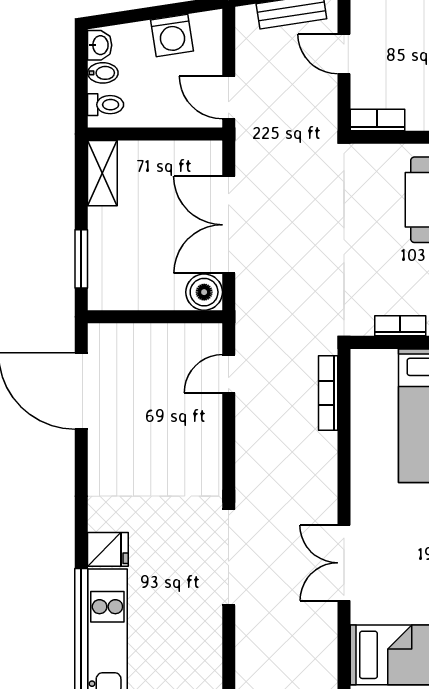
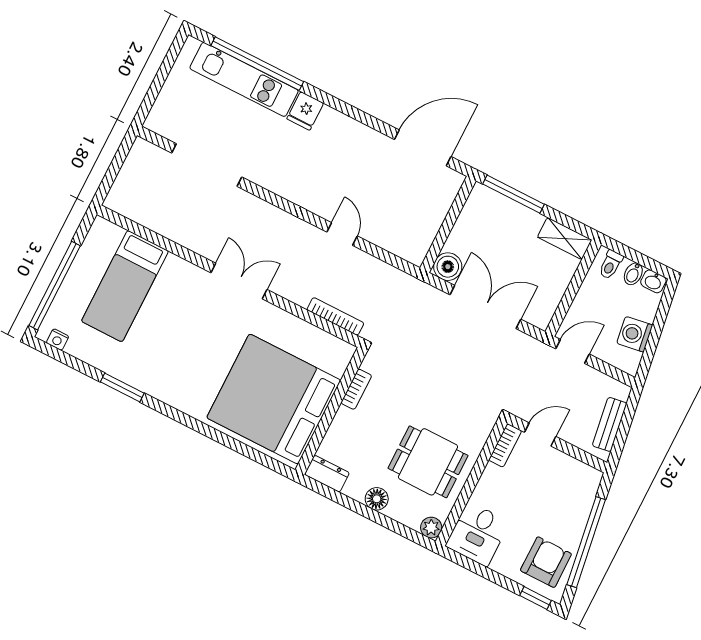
door: (344, 54) -> (540, 434), moved
window: (81, 259) -> (513, 194), width x1.44
door: (229, 374) -> (342, 234), moved
doorway: (229, 557) -> (207, 165), moved
double door: (344, 563) -> (239, 281), moved

